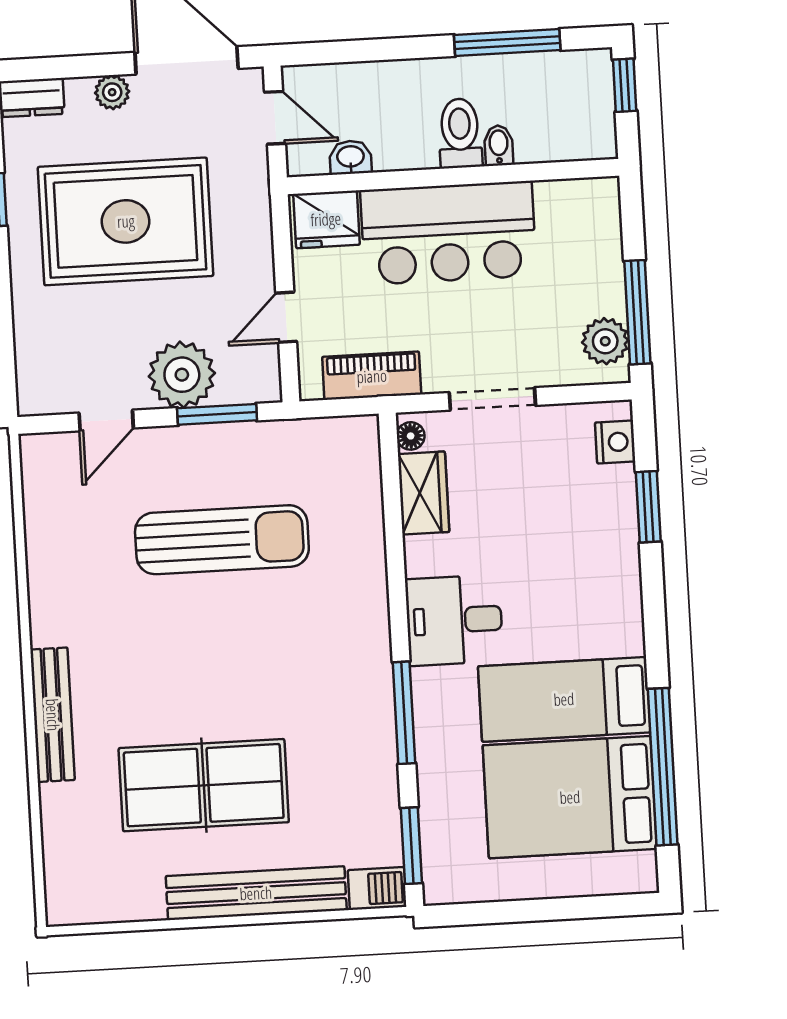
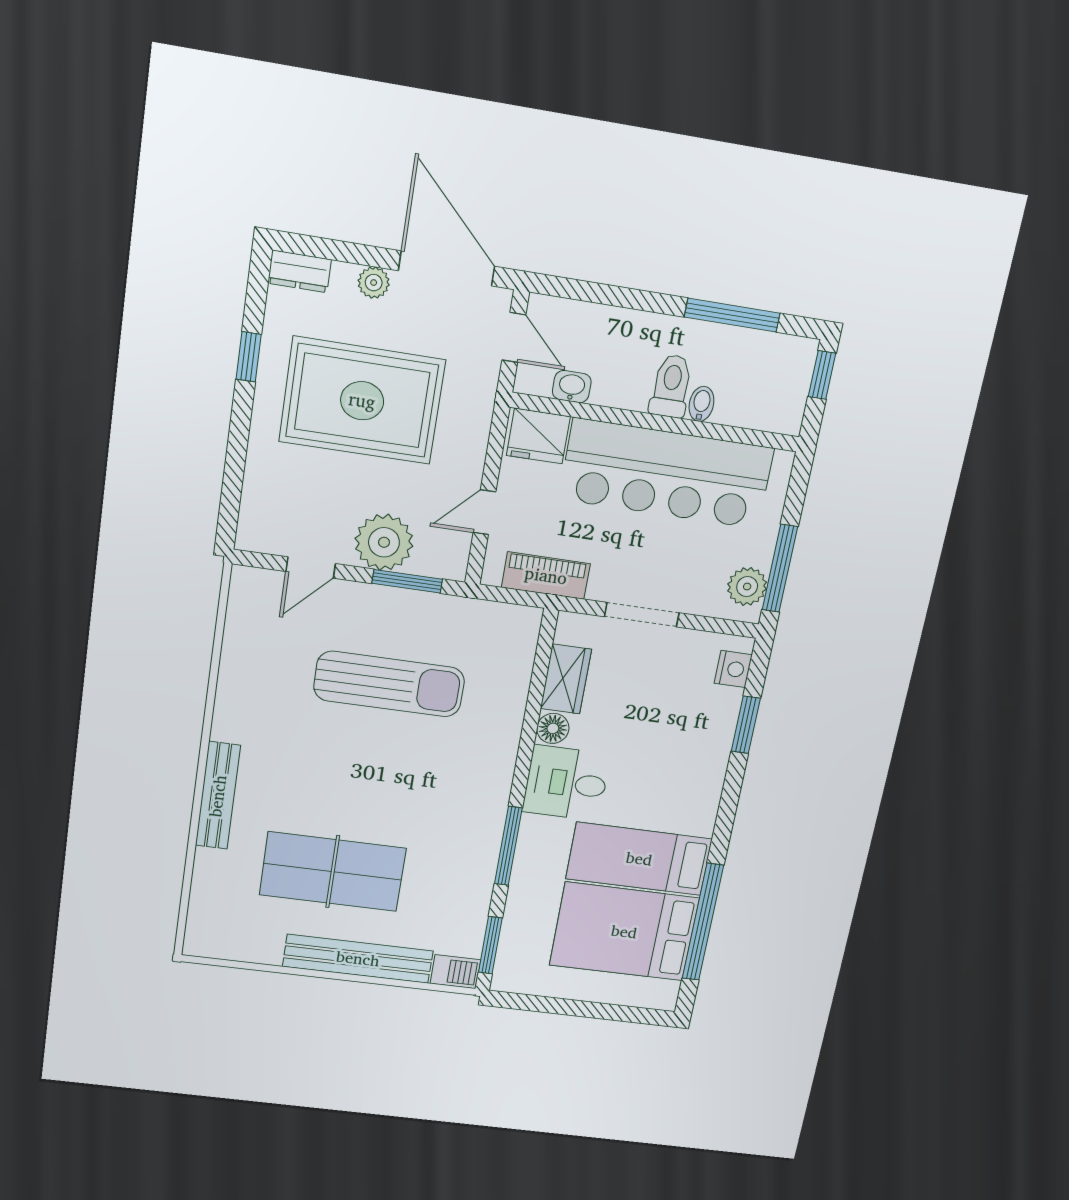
bar counter: (448, 233) -> (667, 474), width x1.36
floor lamp: (411, 436) -> (553, 728), moved, width x1.37, depth x1.37

